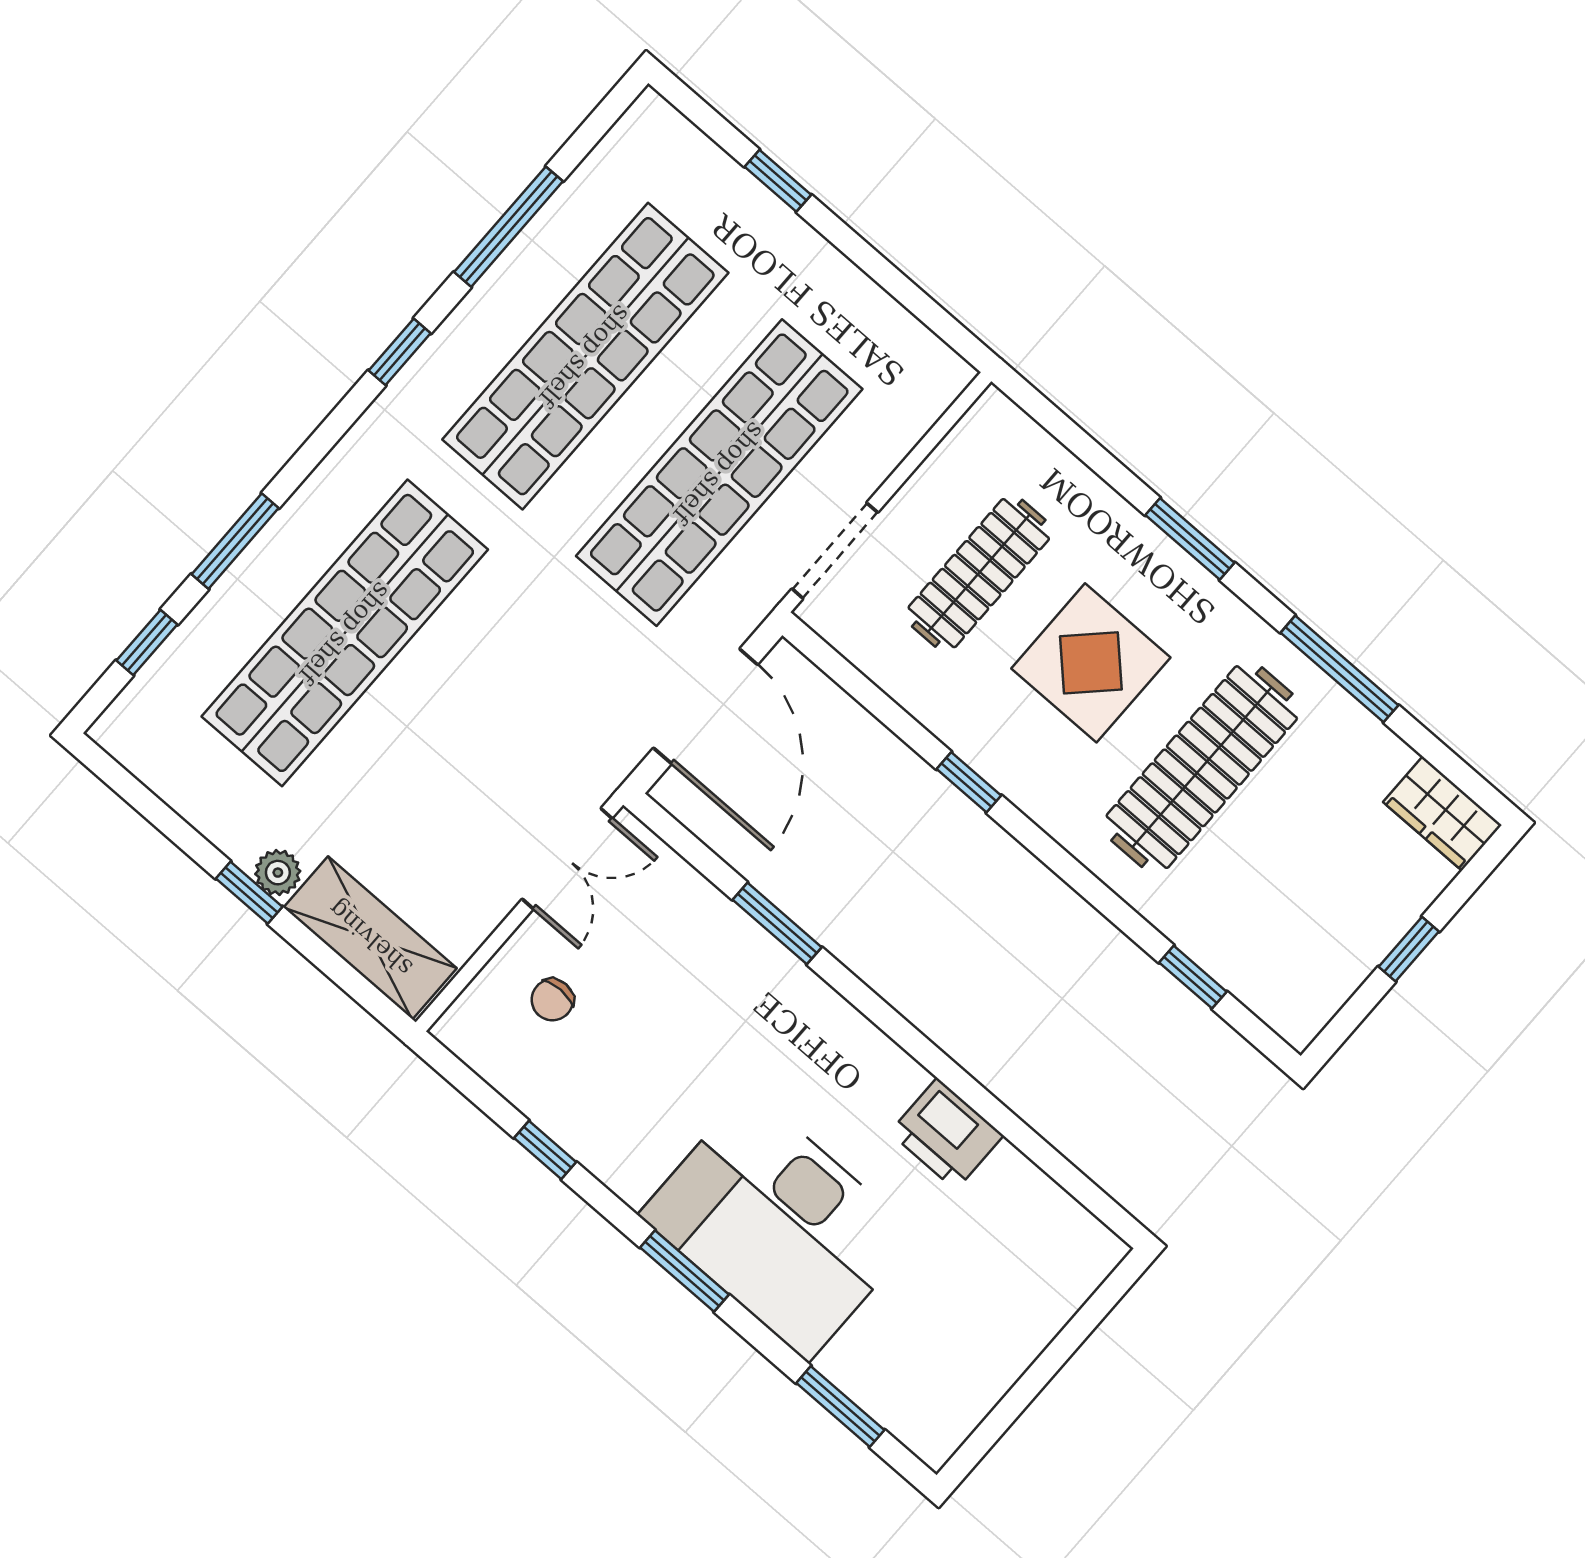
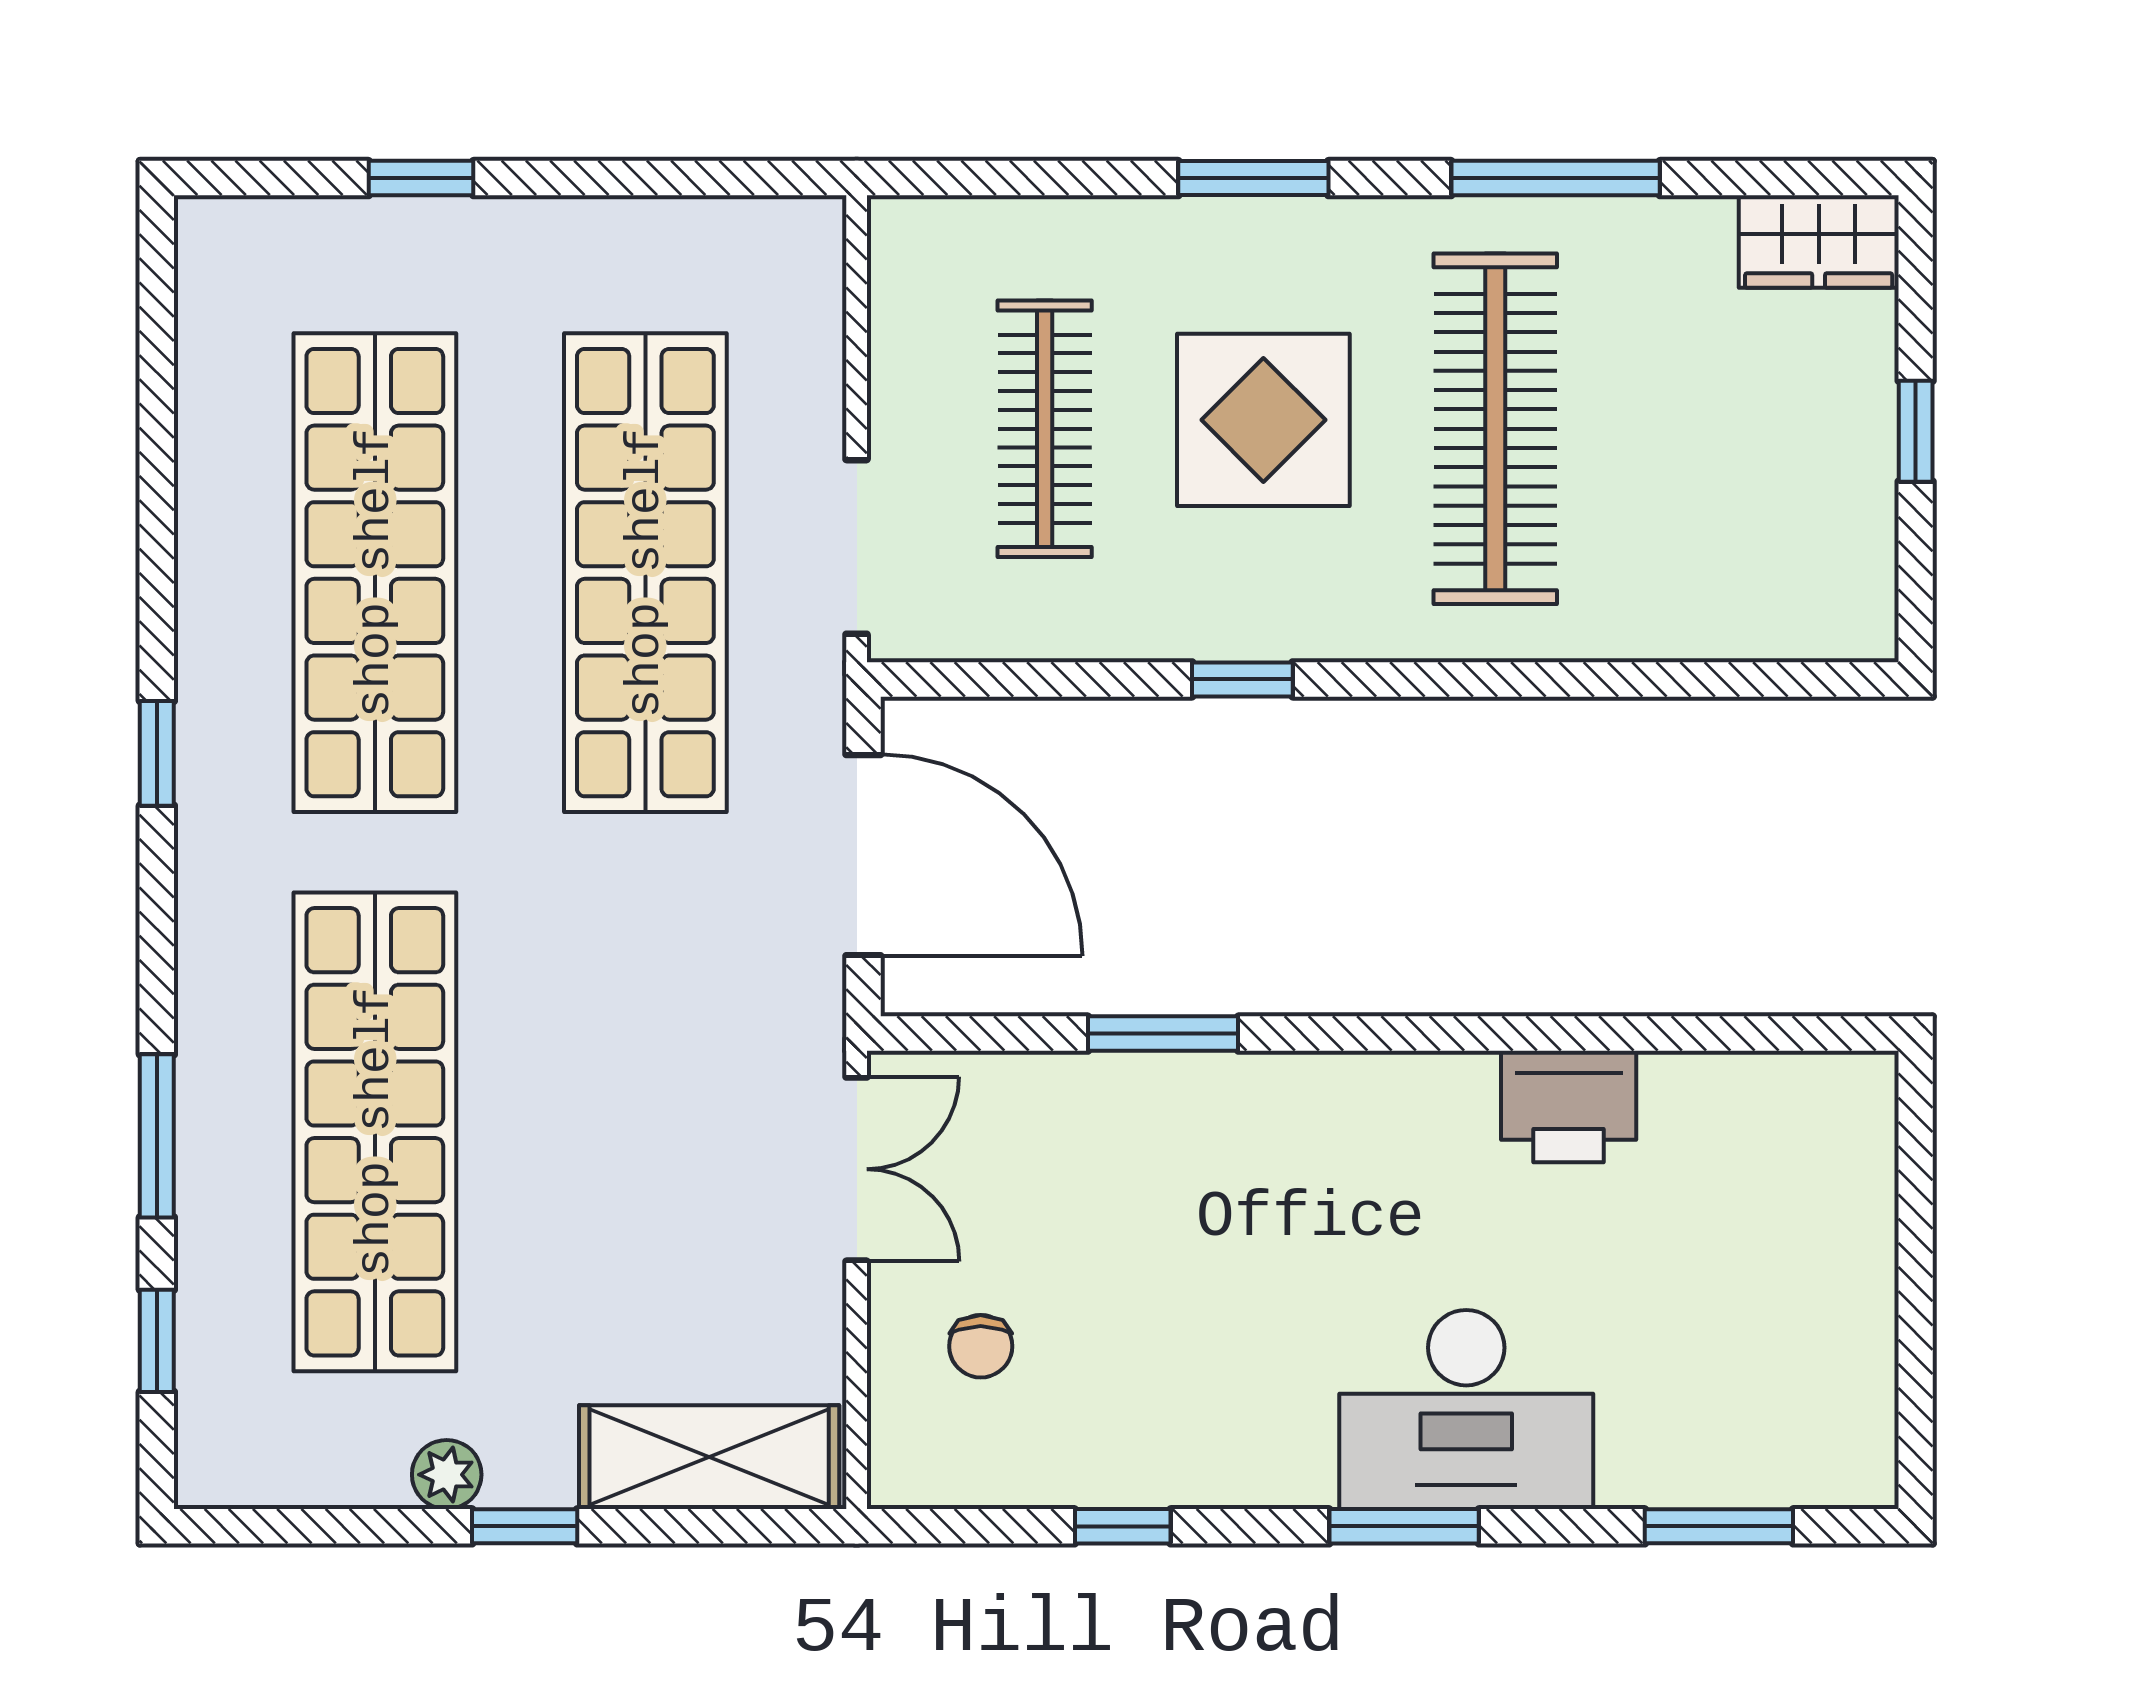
window: (508, 227) -> (157, 500), removed
plant: (278, 873) -> (447, 1475), moved
window: (1193, 977) -> (1695, 679), removed
desk: (778, 1225) -> (1466, 1410), width x0.73, depth x0.77

